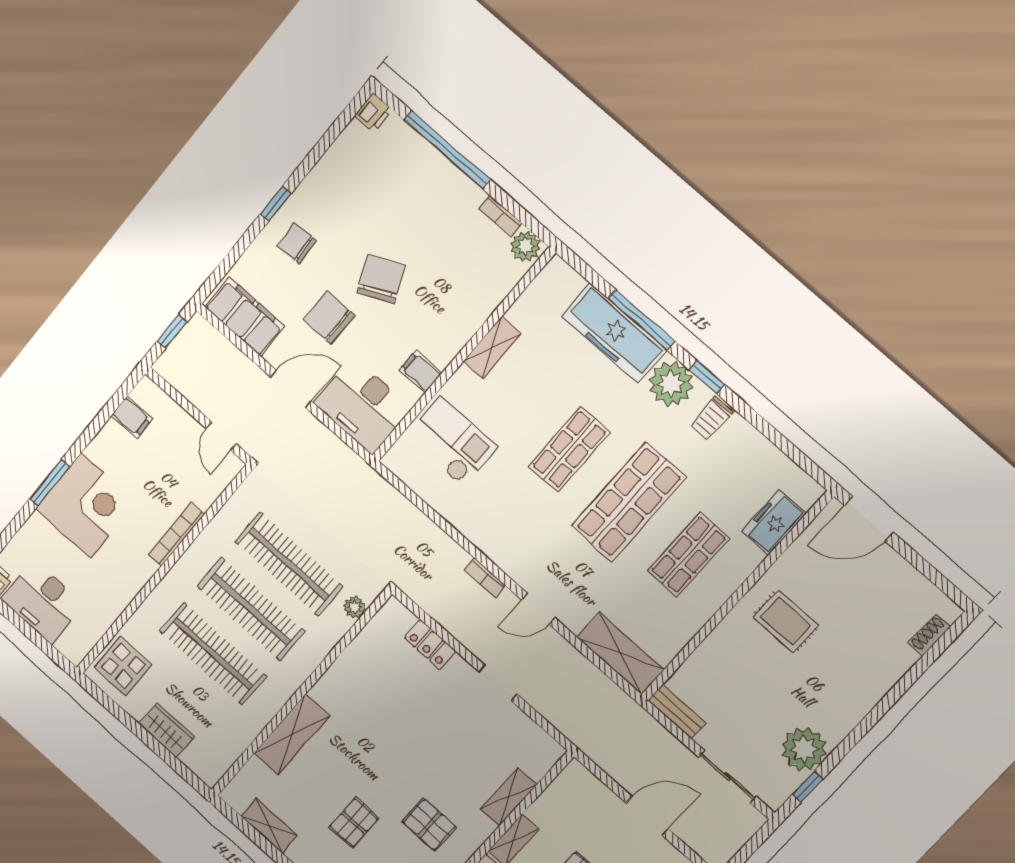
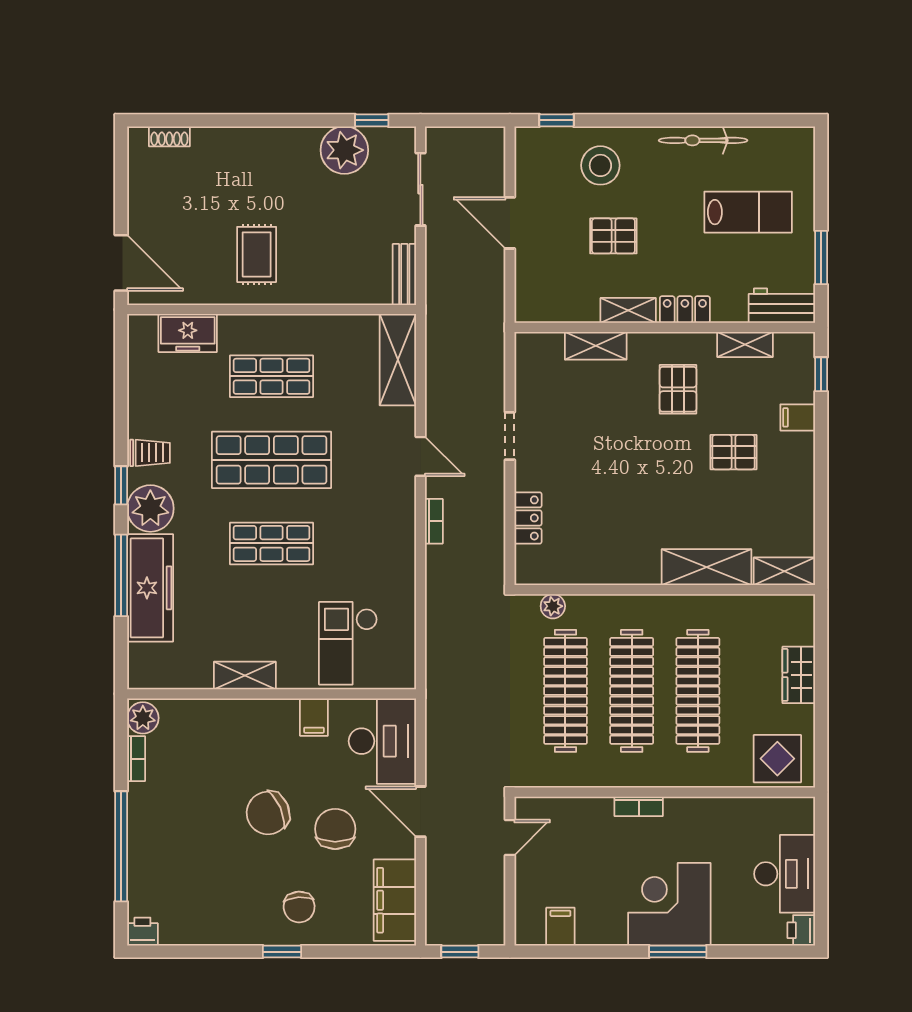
chair: (329, 318) -> (335, 829), turned 180
bookcase: (177, 534) -> (639, 806), width x0.64
shelving: (269, 826) -> (784, 571), moved, turned 90

